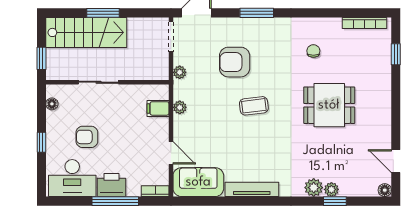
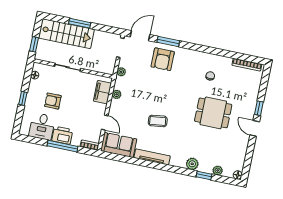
window: (257, 13) -> (168, 42), moved
window: (396, 54) -> (259, 108), moved
armchair: (235, 62) -> (163, 59), moved, turned -90
coffee table: (254, 106) -> (158, 121), moved
filing cabinet: (158, 108) -> (102, 92), width x2.00
door: (396, 161) -> (255, 128), moved
desk: (72, 178) -> (42, 126), width x0.73
plant: (331, 189) -> (218, 170), moved

